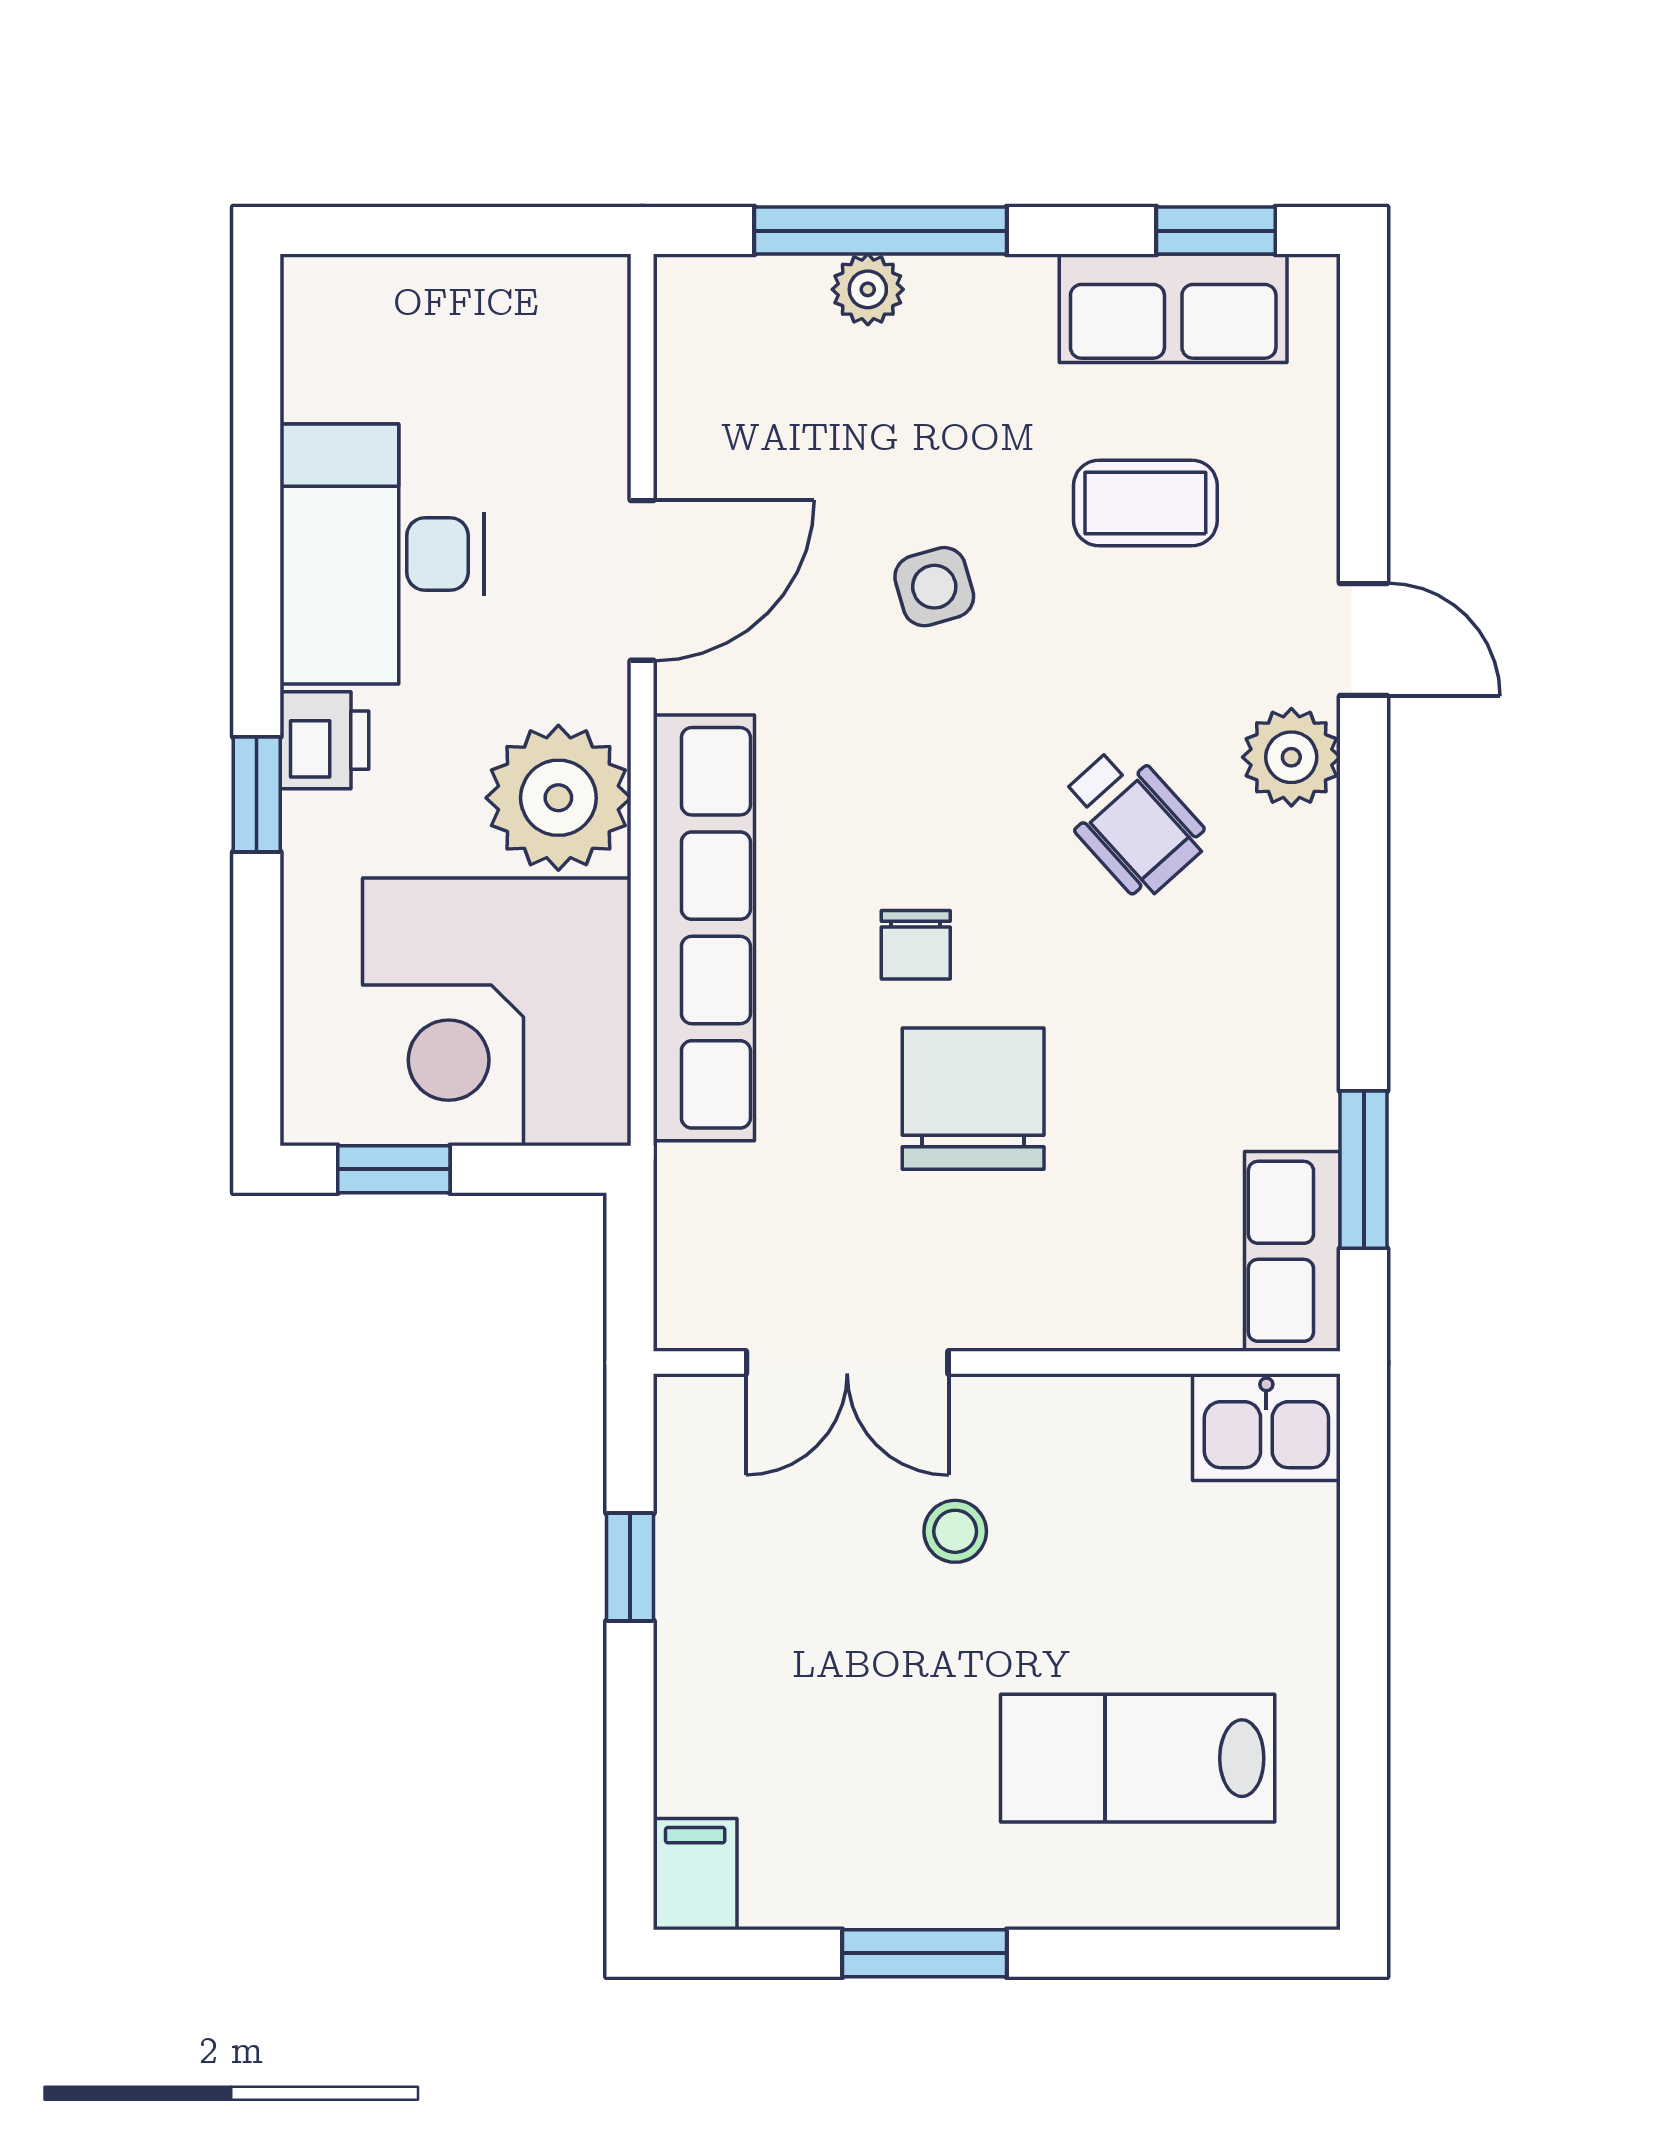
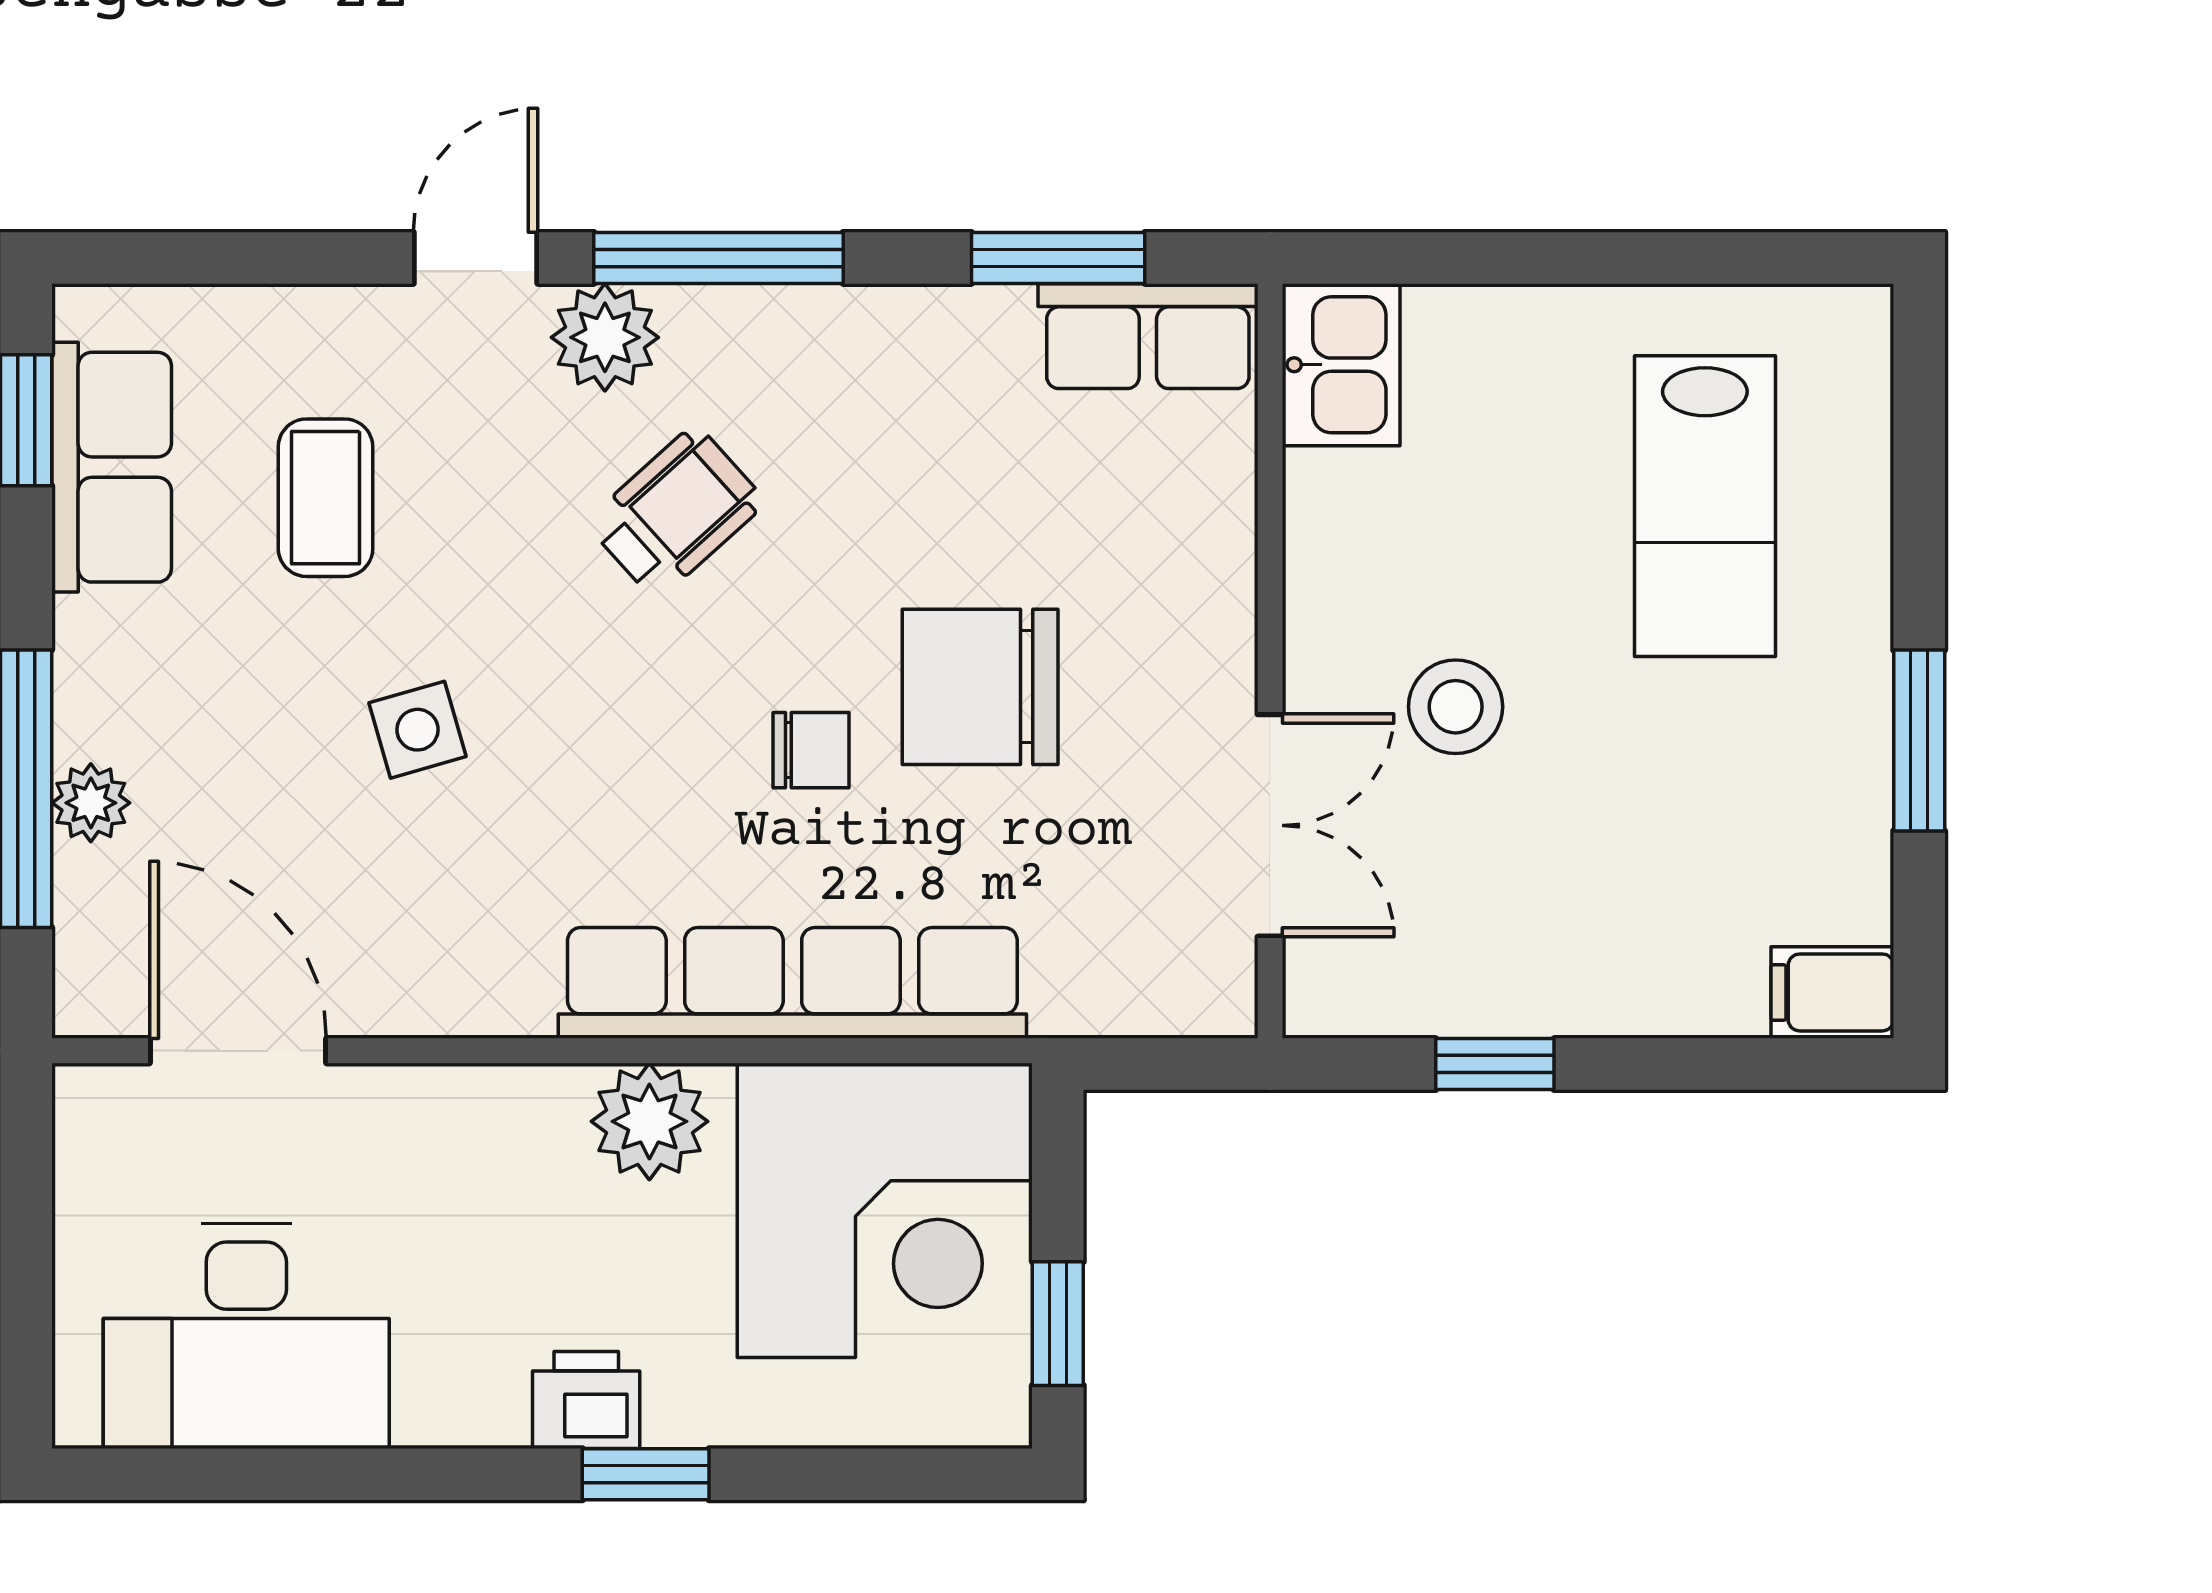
desk: (382, 554) -> (246, 1336), moved
door: (642, 580) -> (238, 1051), moved
plant: (558, 798) -> (649, 1121), width x0.73, depth x0.73
window: (1364, 861) -> (719, 258), added
stool: (955, 1531) -> (1456, 707), width x1.37, depth x1.37

